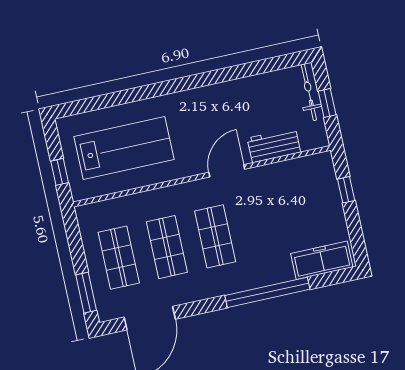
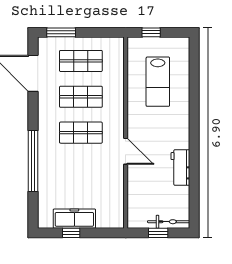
workbench: (274, 145) -> (180, 168), moved, turned 180
lab bench: (124, 148) -> (158, 82), width x0.73, depth x0.72
window: (346, 190) -> (71, 233), moved
freezer: (322, 260) -> (74, 219), moved, turned -90

